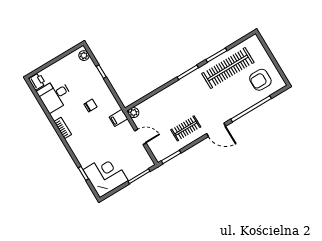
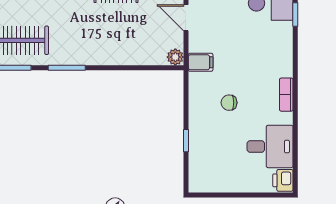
plant: (84, 56) -> (196, 177), removed

